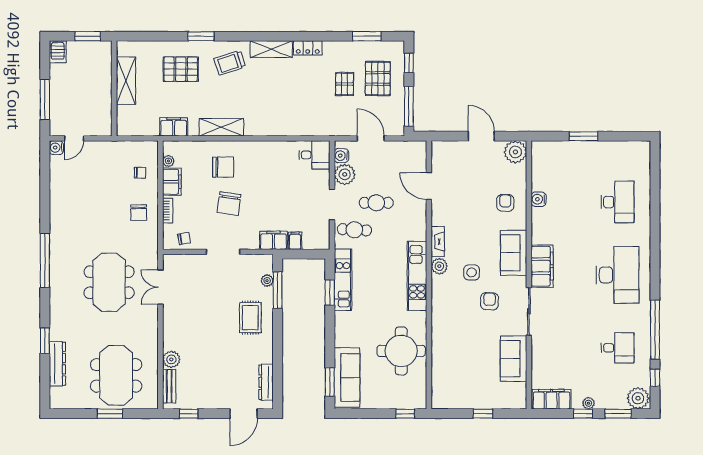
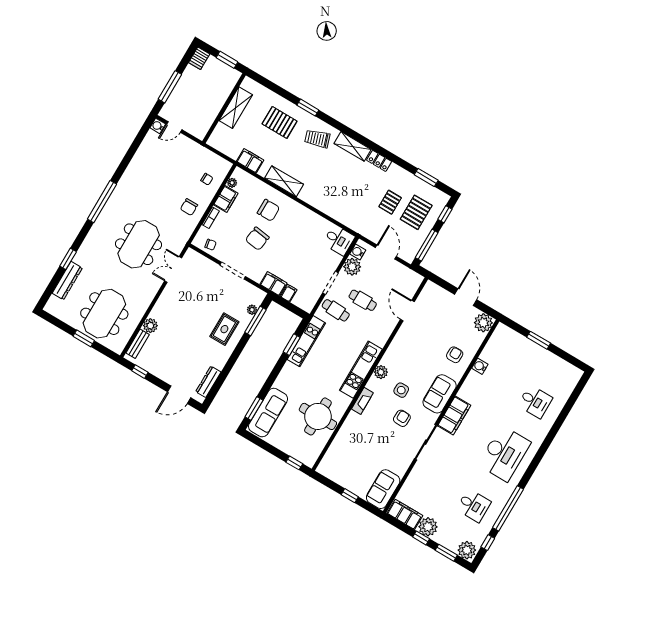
desk: (617, 202) -> (535, 402), width x0.73
fireplace: (438, 242) -> (362, 401), moved
sofa: (513, 359) -> (383, 489), moved
plant: (589, 403) -> (428, 527), width x1.88, depth x1.88

